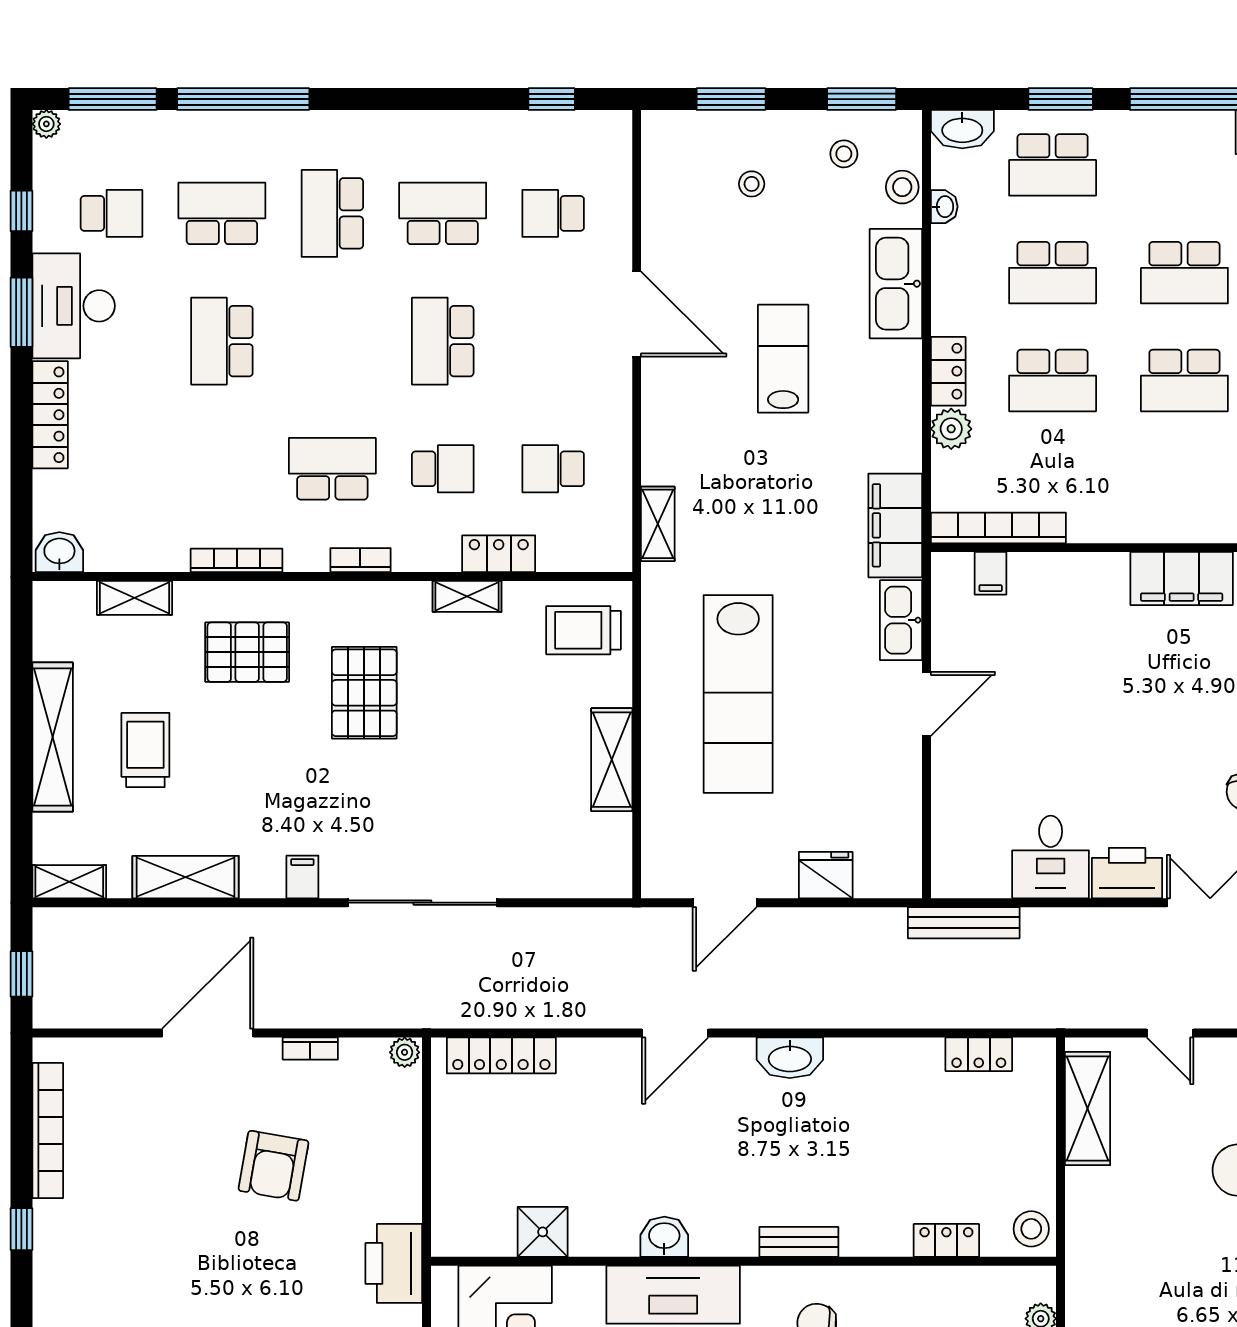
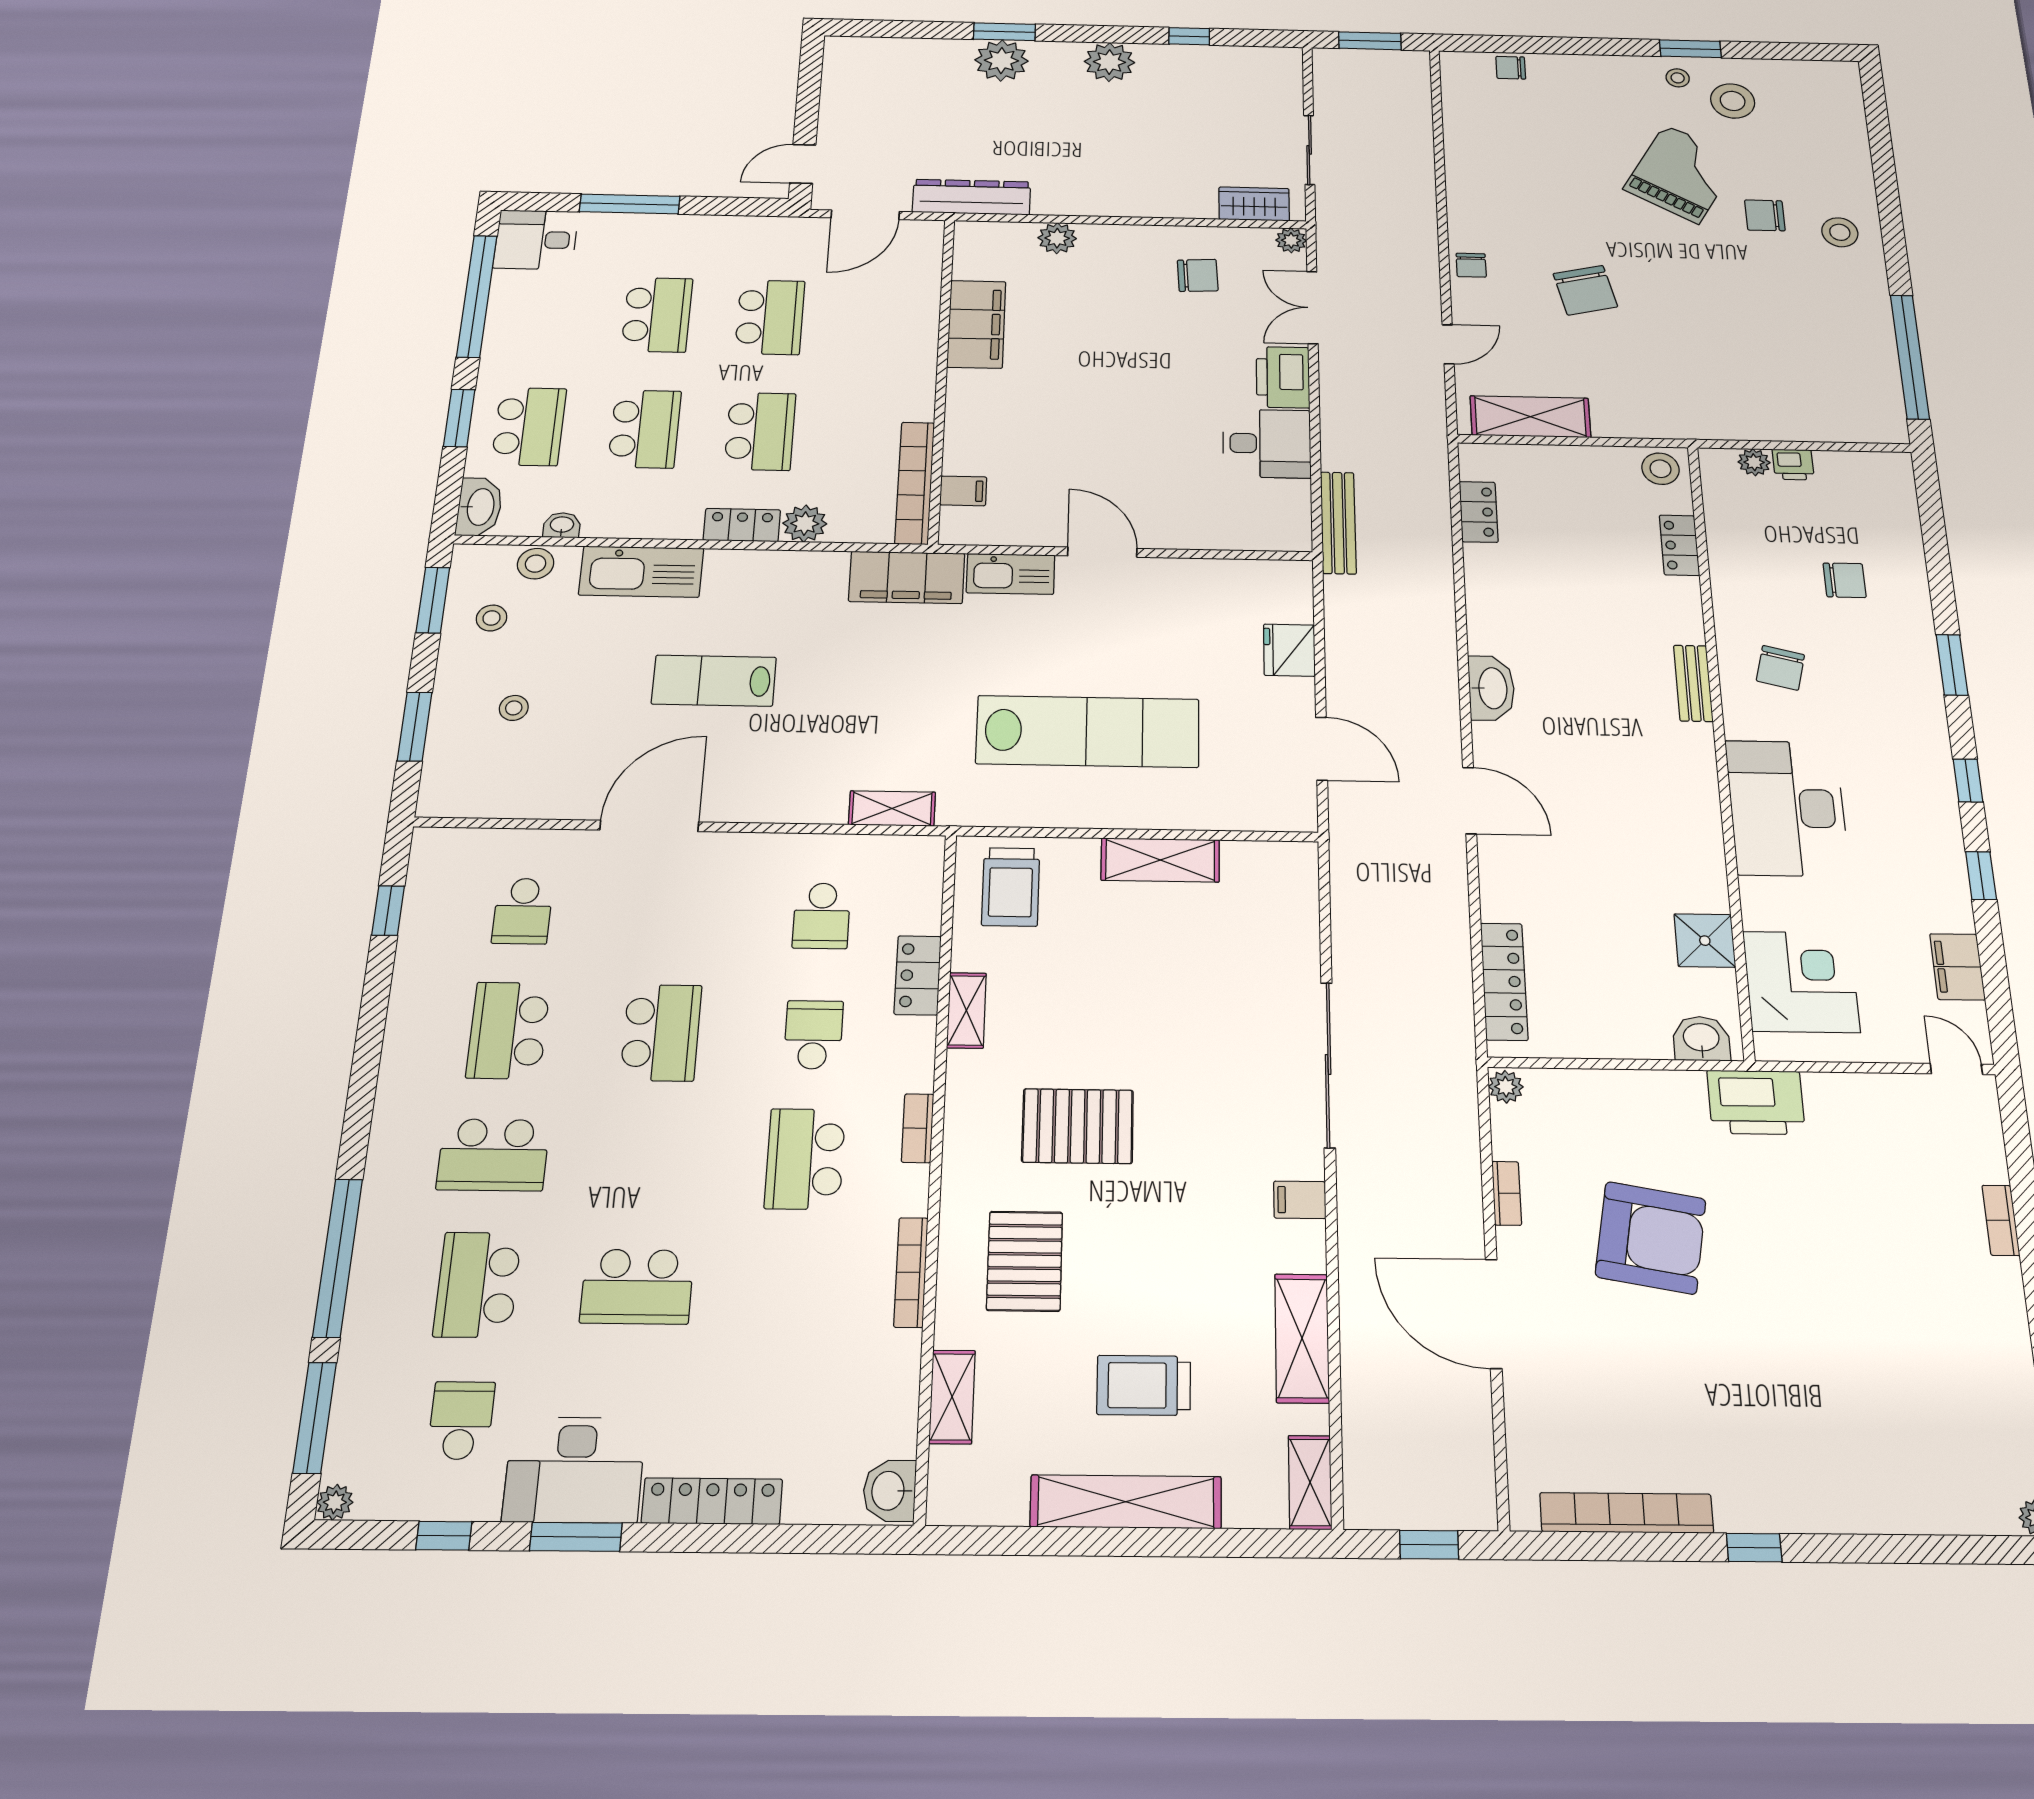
school desk: (443, 341) -> (661, 1033), turned -90
armchair: (274, 1166) -> (1651, 1238), width x1.36, depth x1.36
washbasin: (664, 1237) -> (1701, 1039), moved, turned 90

